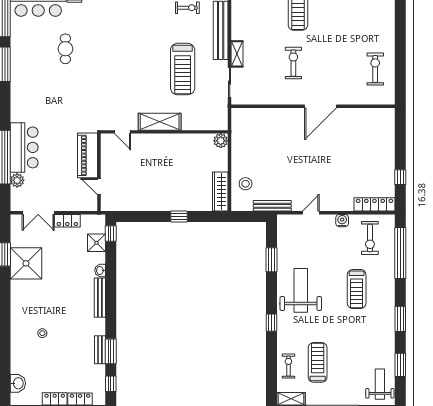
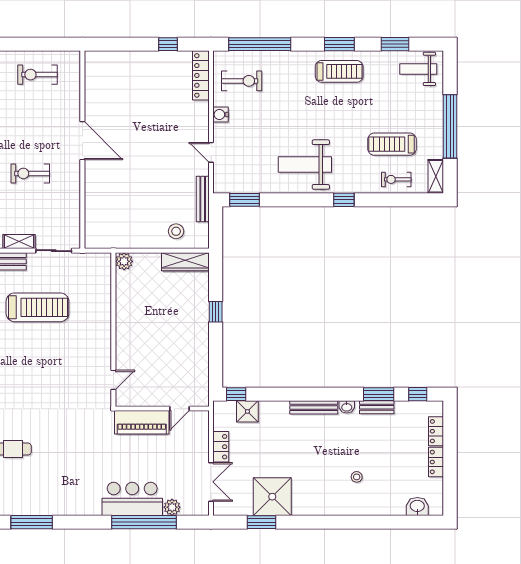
shelving: (160, 122) -> (101, 335), removed
window: (272, 260) -> (245, 200), moved
washbasin: (100, 270) -> (347, 407), moved
treadmill: (357, 289) -> (339, 71), moved

